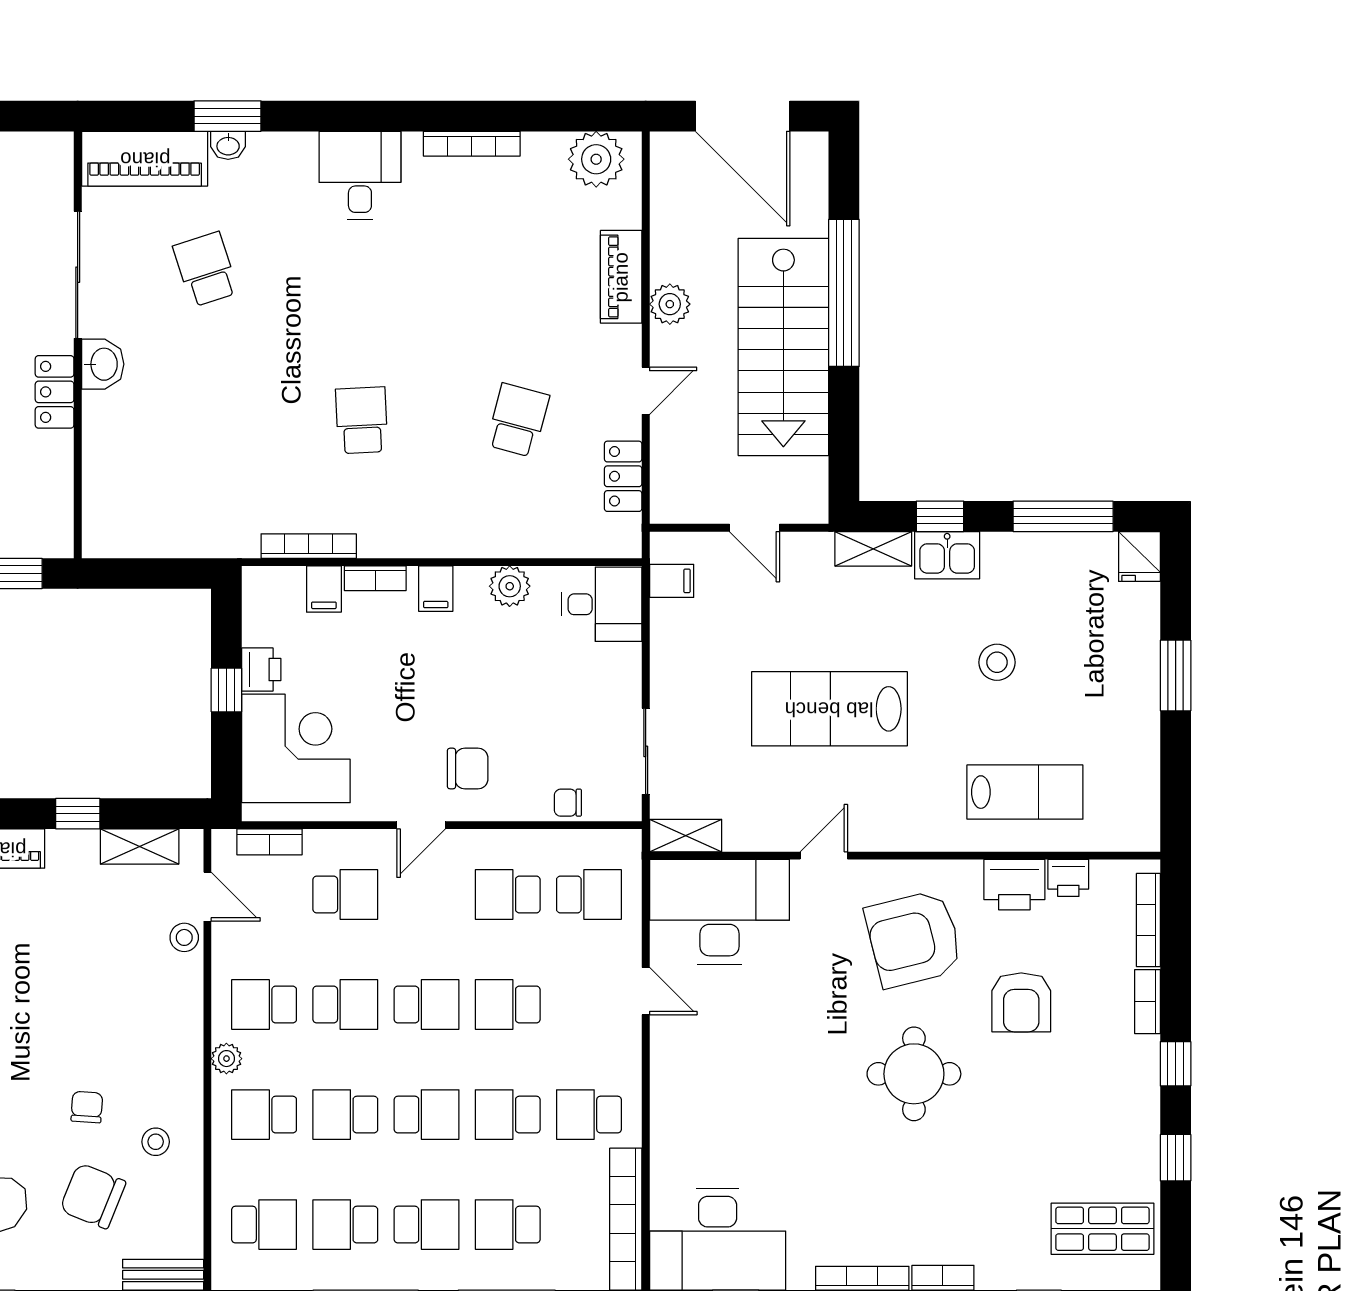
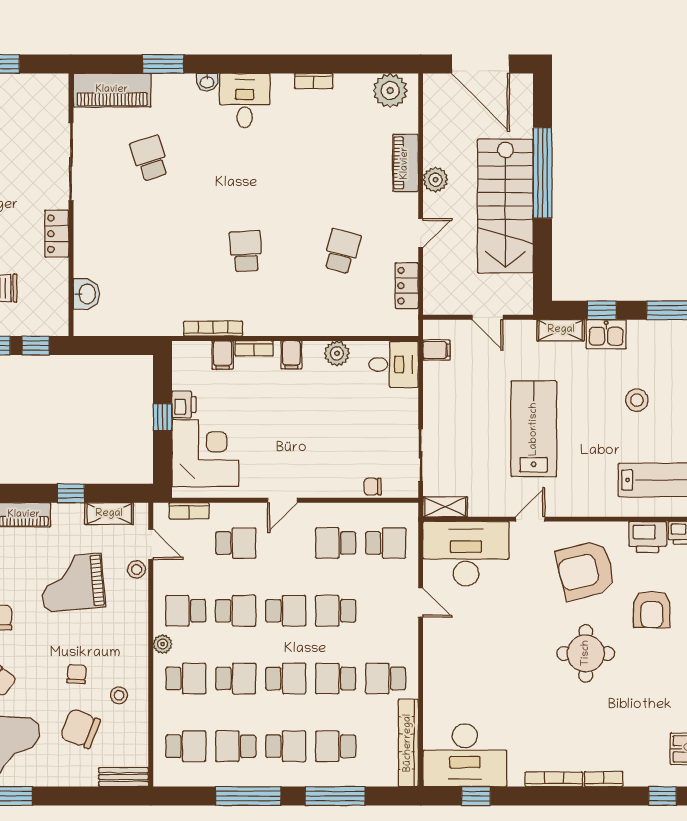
bookcase: (472, 144) -> (314, 81), width x0.64
washbasin: (228, 145) -> (207, 82), moved
washbasin: (103, 364) -> (86, 294), moved
lab bench: (829, 709) -> (534, 429), turned 90
chair: (468, 769) -> (311, 466), removed
grand piano: (80, 959) -> (72, 583), added
school desk: (264, 1115) -> (186, 679), turned 180
school desk: (345, 1115) -> (236, 679), turned 180

